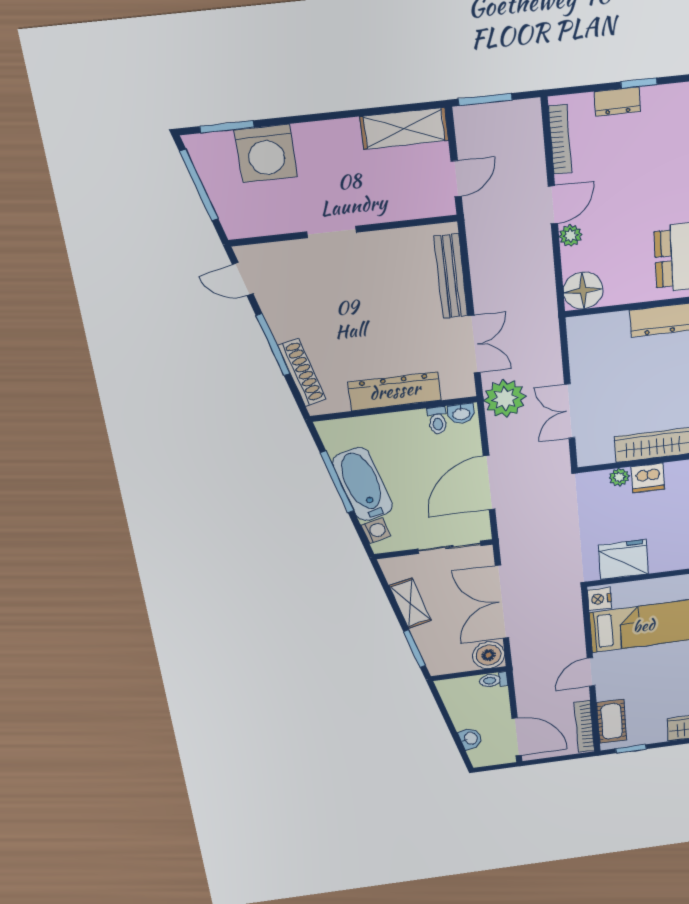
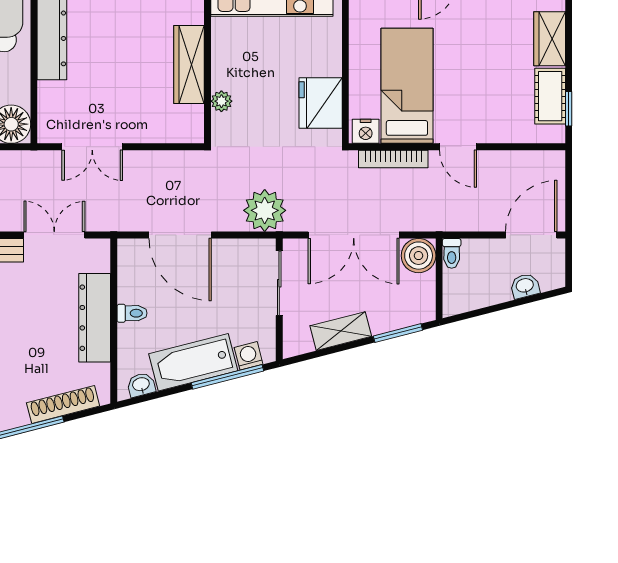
plant: (505, 399) -> (265, 210), moved
double door: (570, 411) -> (92, 147), moved
washbasin: (461, 414) -> (141, 385), moved, turned -104
toilet: (437, 420) -> (132, 313), moved
dishwasher: (648, 478) -> (226, 72), removed
window: (337, 482) -> (227, 377), moved
door: (489, 483) -> (180, 235), moved
cot: (612, 721) -> (550, 96), moved, turned 90
bookcase: (584, 726) -> (393, 159), moved

